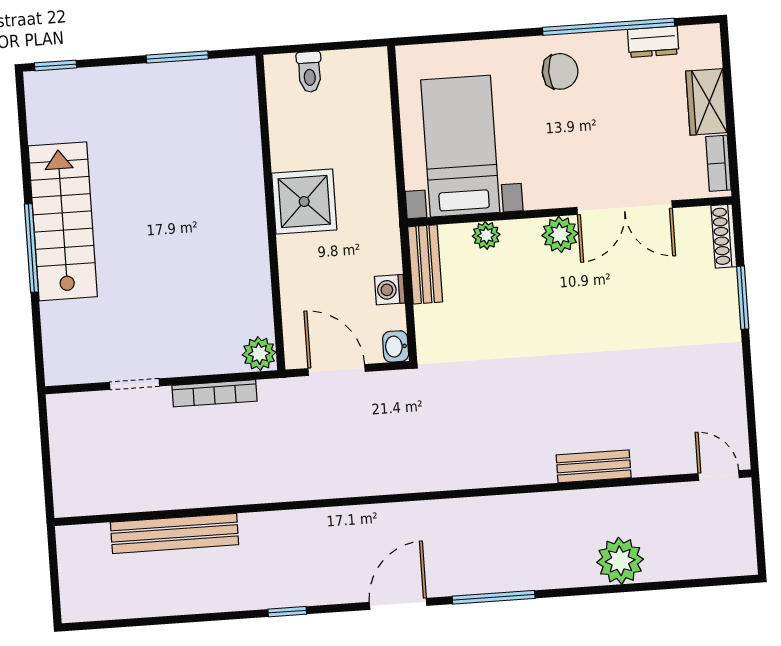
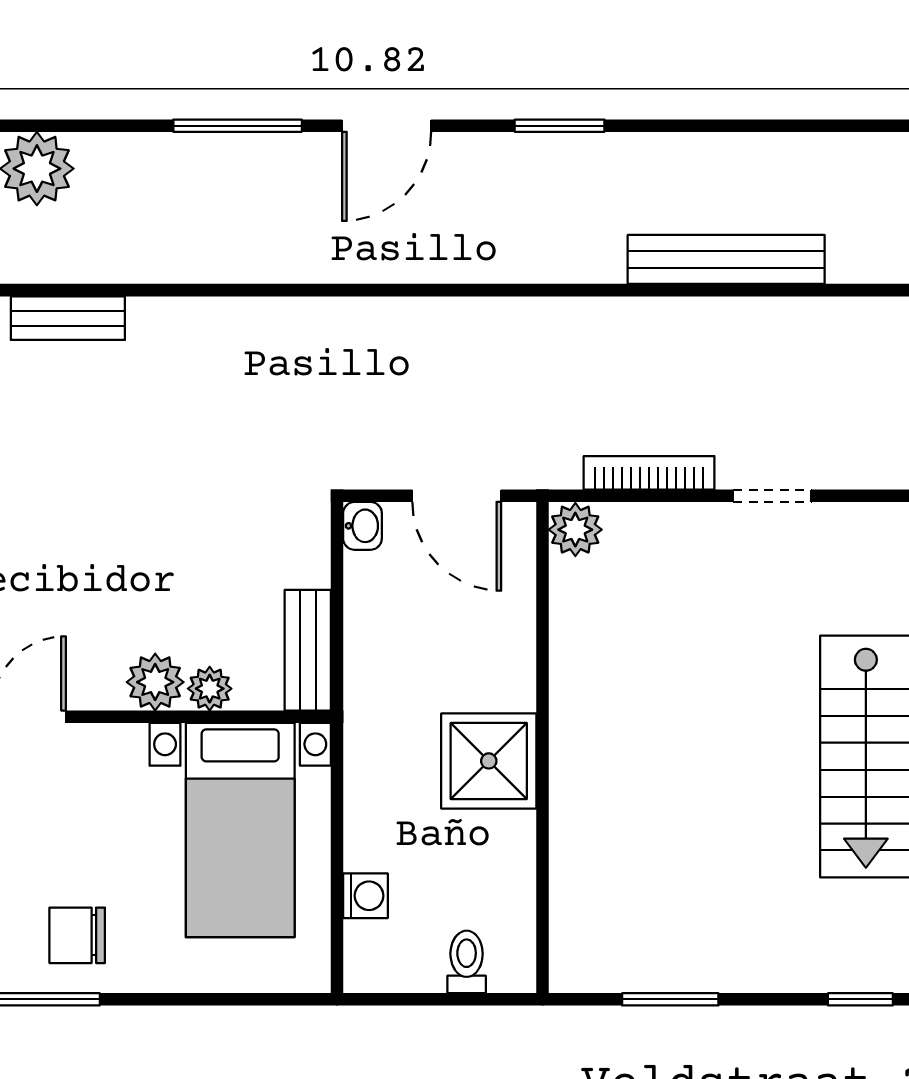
plant: (560, 234) -> (155, 682), moved
washing machine: (390, 290) -> (365, 896), moved
window: (287, 612) -> (560, 126), width x1.50

